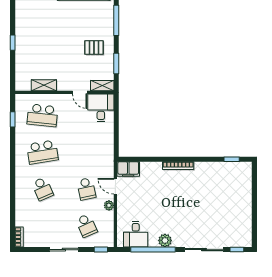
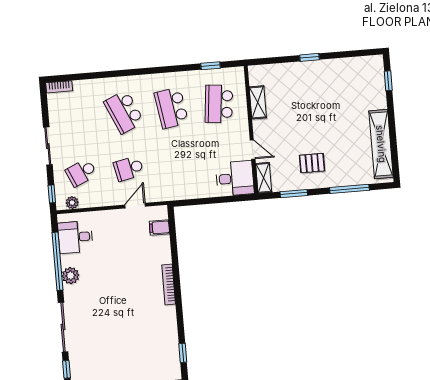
pallet: (94, 47) -> (312, 163), turned 90
door: (80, 92) -> (253, 149), swing flipped
filing cabinet: (128, 169) -> (159, 228), width x0.50
school desk: (42, 189) -> (124, 112), width x1.85
plant: (109, 205) -> (72, 203), moved

